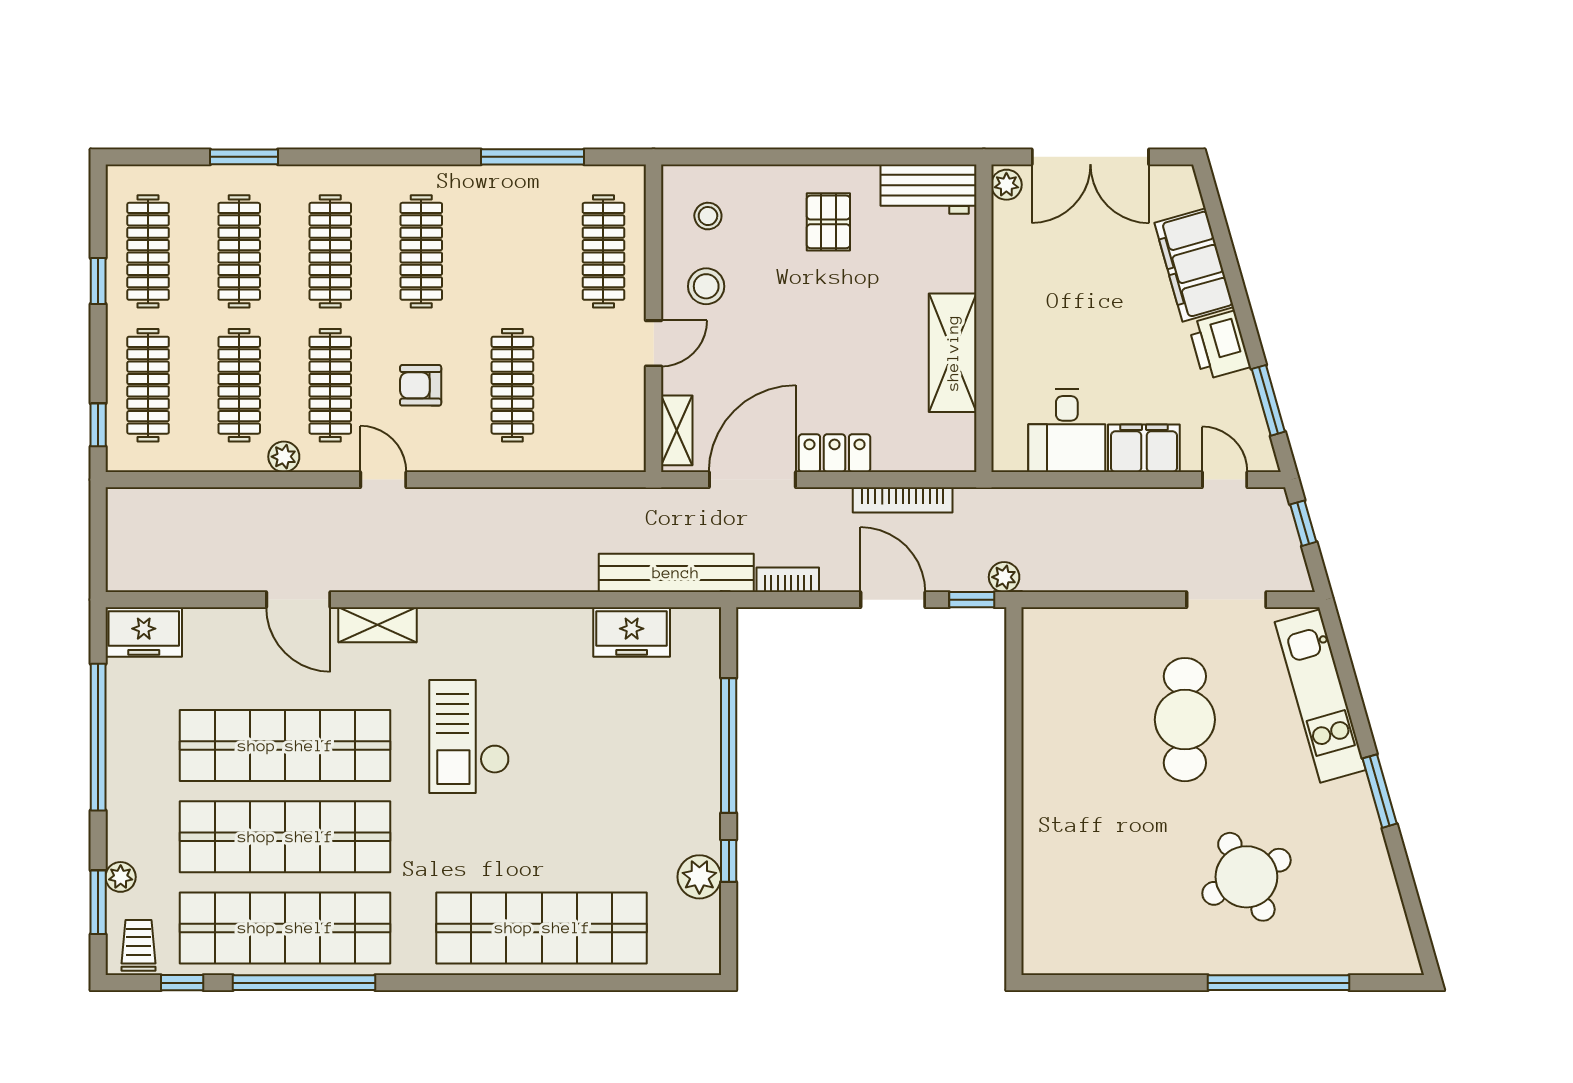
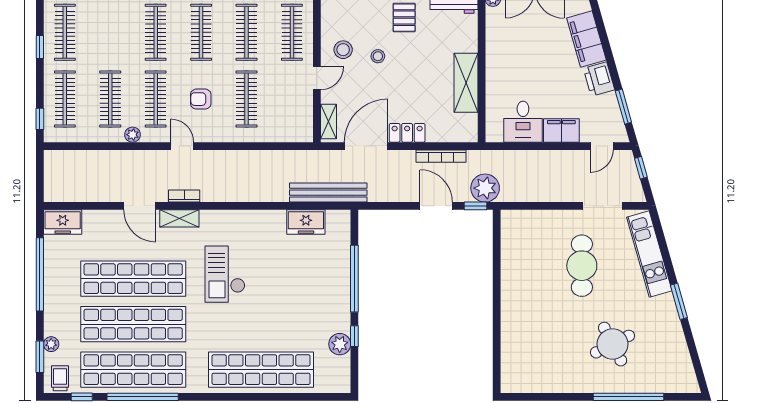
stool: (708, 216) -> (378, 56), moved
clothes rail: (239, 251) -> (247, 32), moved
door: (1225, 480) -> (602, 146), swing flipped
plant: (1004, 577) -> (485, 188), width x1.87, depth x1.87
bookcase: (788, 580) -> (184, 196), moved

